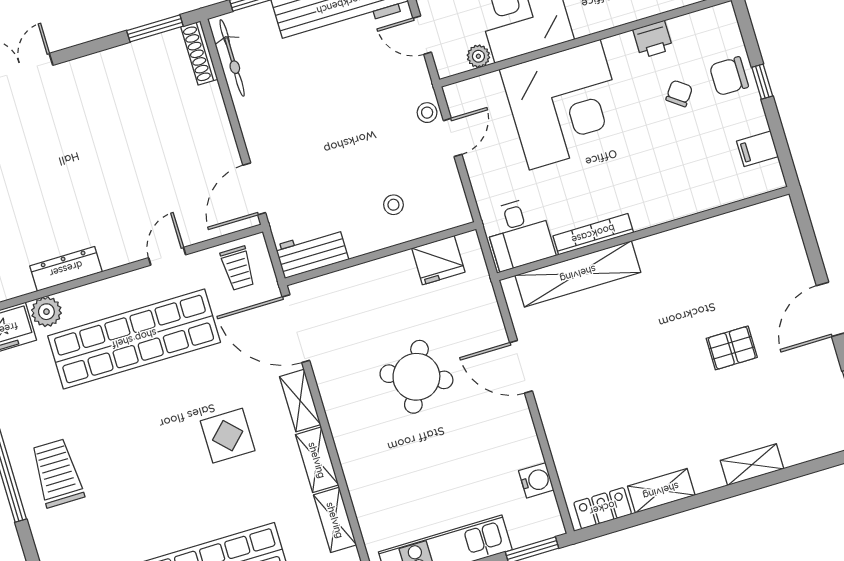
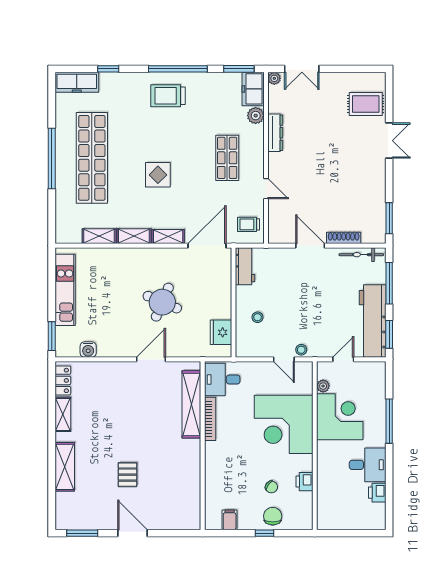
shoe rack: (199, 53) -> (344, 238), moved
door: (254, 189) -> (310, 246), moved
shop shelf: (134, 339) -> (227, 158), width x0.50, depth x0.74
display table: (228, 436) -> (158, 175), moved
shelving: (752, 465) -> (65, 467), width x1.50, depth x1.33
trolley: (57, 473) -> (168, 96), turned 180

